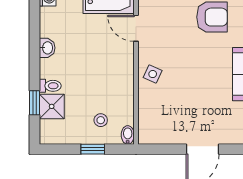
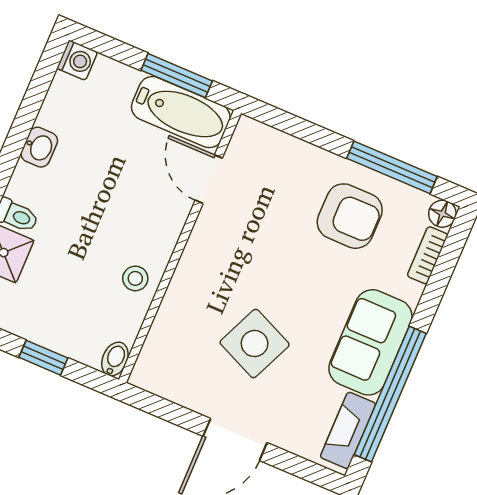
side table: (153, 74) -> (255, 344), moved, width x1.87, depth x1.87
stool: (101, 120) -> (135, 278), moved

